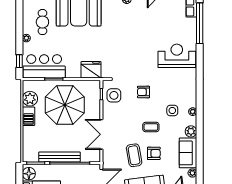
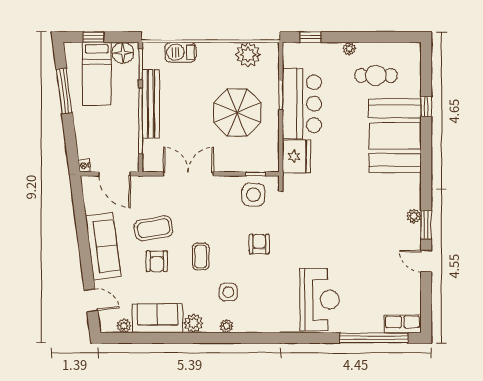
bar counter: (44, 66) -> (302, 104), moved
parasol: (65, 105) -> (237, 113), width x0.73, depth x0.73
barbecue: (29, 116) -> (180, 52), moved

